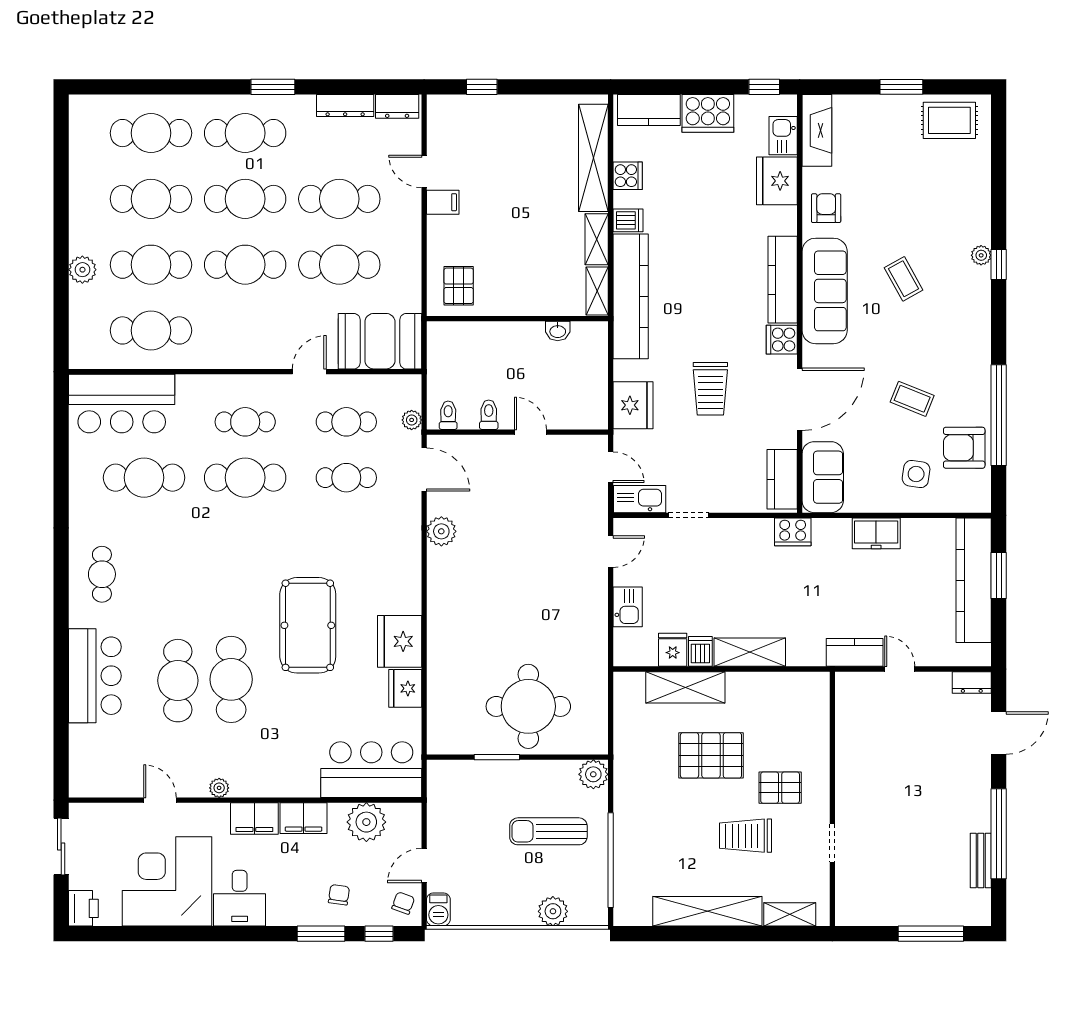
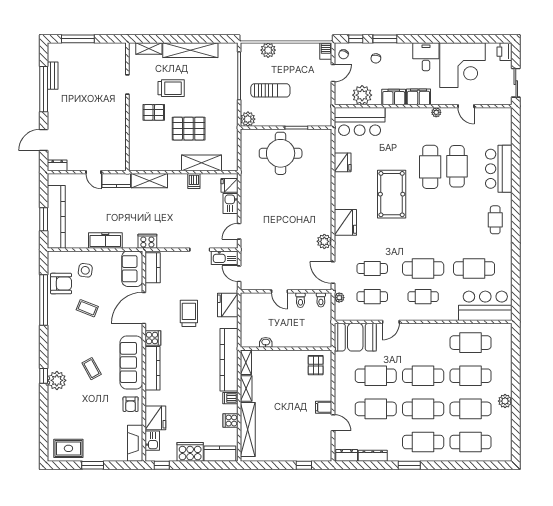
plant: (981, 255) -> (57, 380), width x1.87, depth x1.87
plant: (82, 270) -> (505, 401), moved
freezer: (876, 533) -> (105, 240), width x1.40
fridge: (400, 641) -> (345, 222), moved
fridge: (673, 650) -> (229, 185), moved, turned 90
shelving: (750, 652) -> (149, 181), moved

